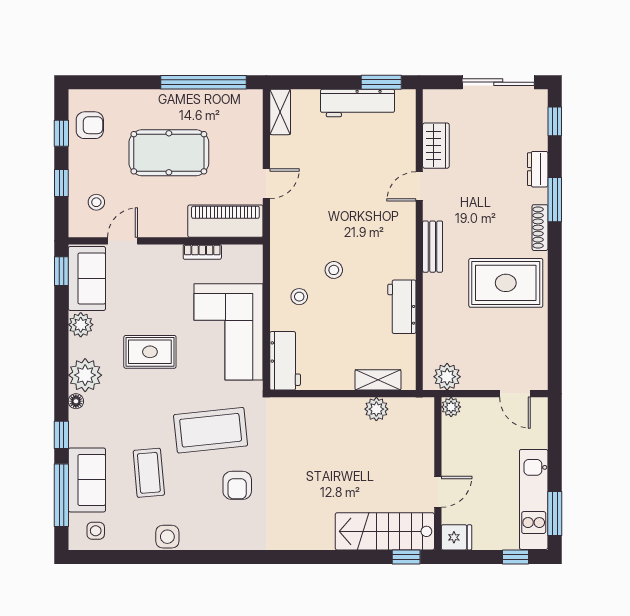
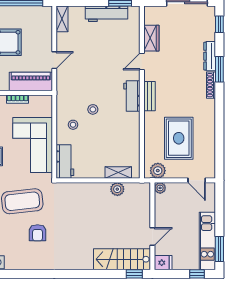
dresser: (538, 169) -> (210, 56), width x1.44
rug: (506, 283) -> (179, 138), moved, turned 90
workbench: (402, 307) -> (132, 96), moved

